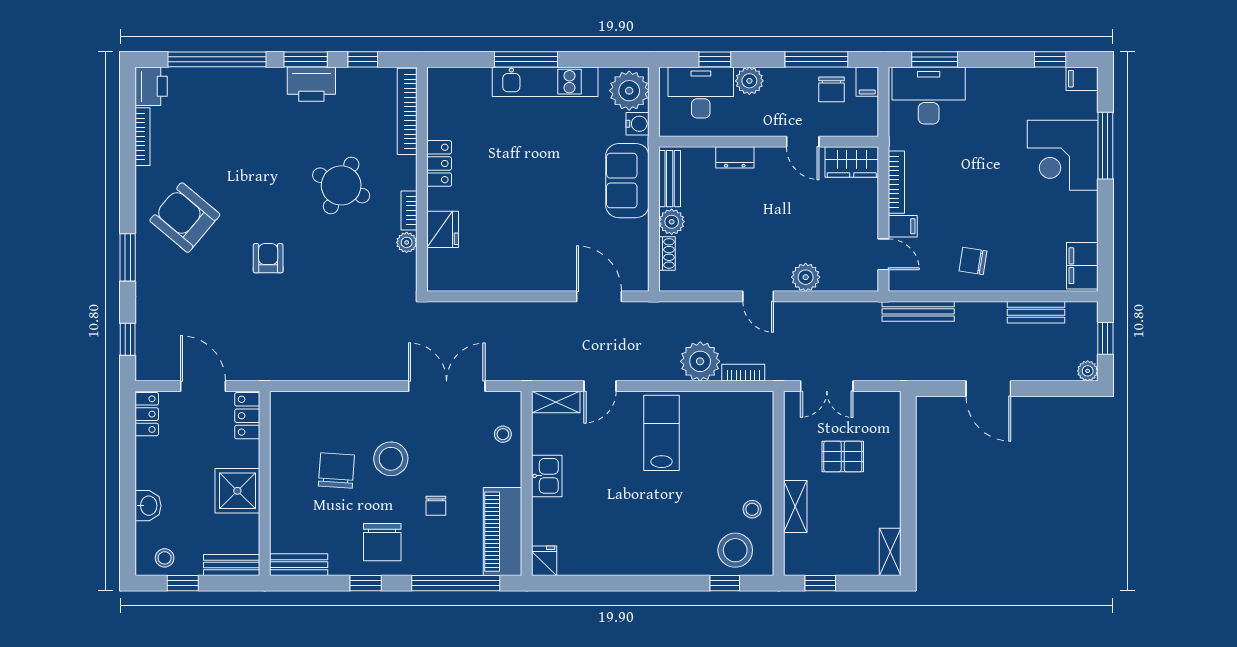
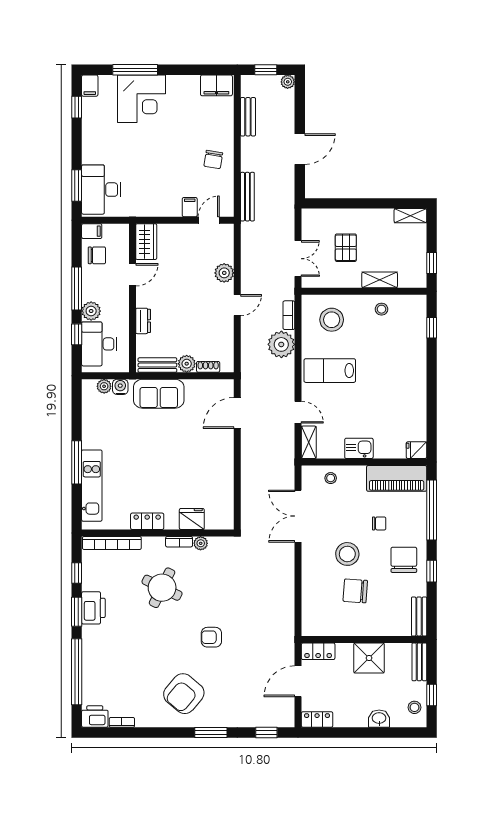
window: (816, 59) -> (77, 288), moved
kitchen unit: (545, 82) -> (92, 486), moved
plant: (629, 91) -> (104, 386), width x0.53, depth x0.53
bookcase: (142, 137) -> (122, 722), width x0.64
bookcase: (896, 182) -> (160, 211), removed
chair: (382, 542) -> (404, 560), turned -90
stool: (735, 550) -> (332, 320), moved

